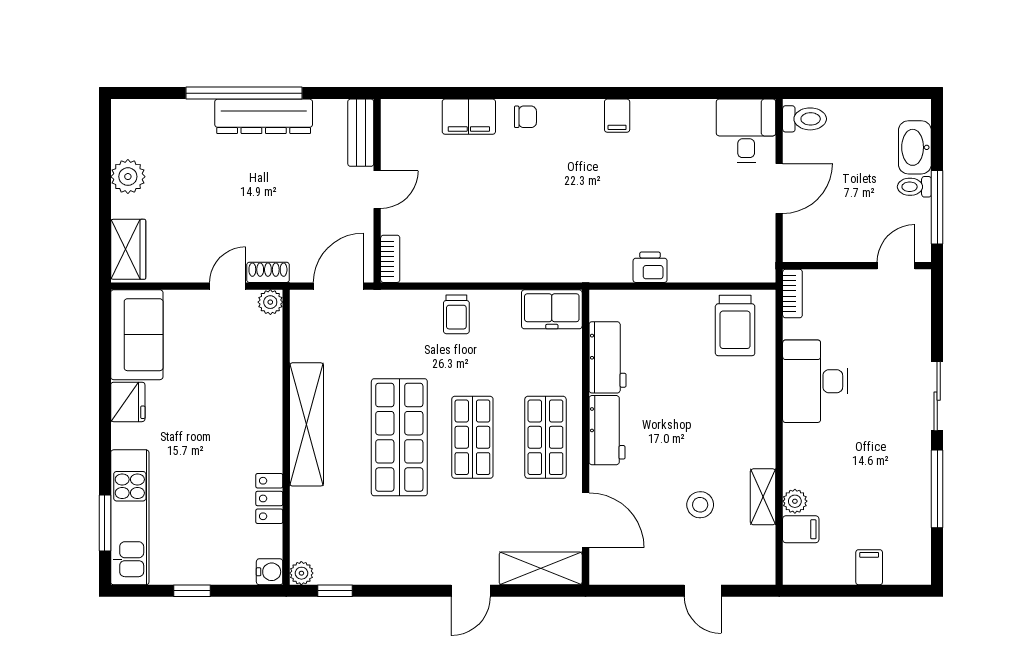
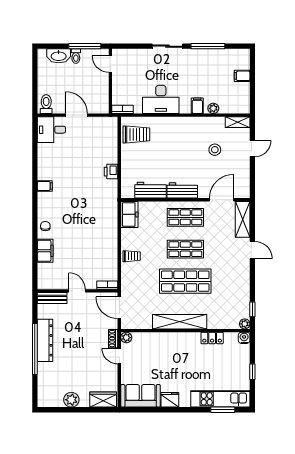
shelving: (763, 497) -> (238, 122), moved
filing cabinet: (801, 529) -> (197, 106), moved

